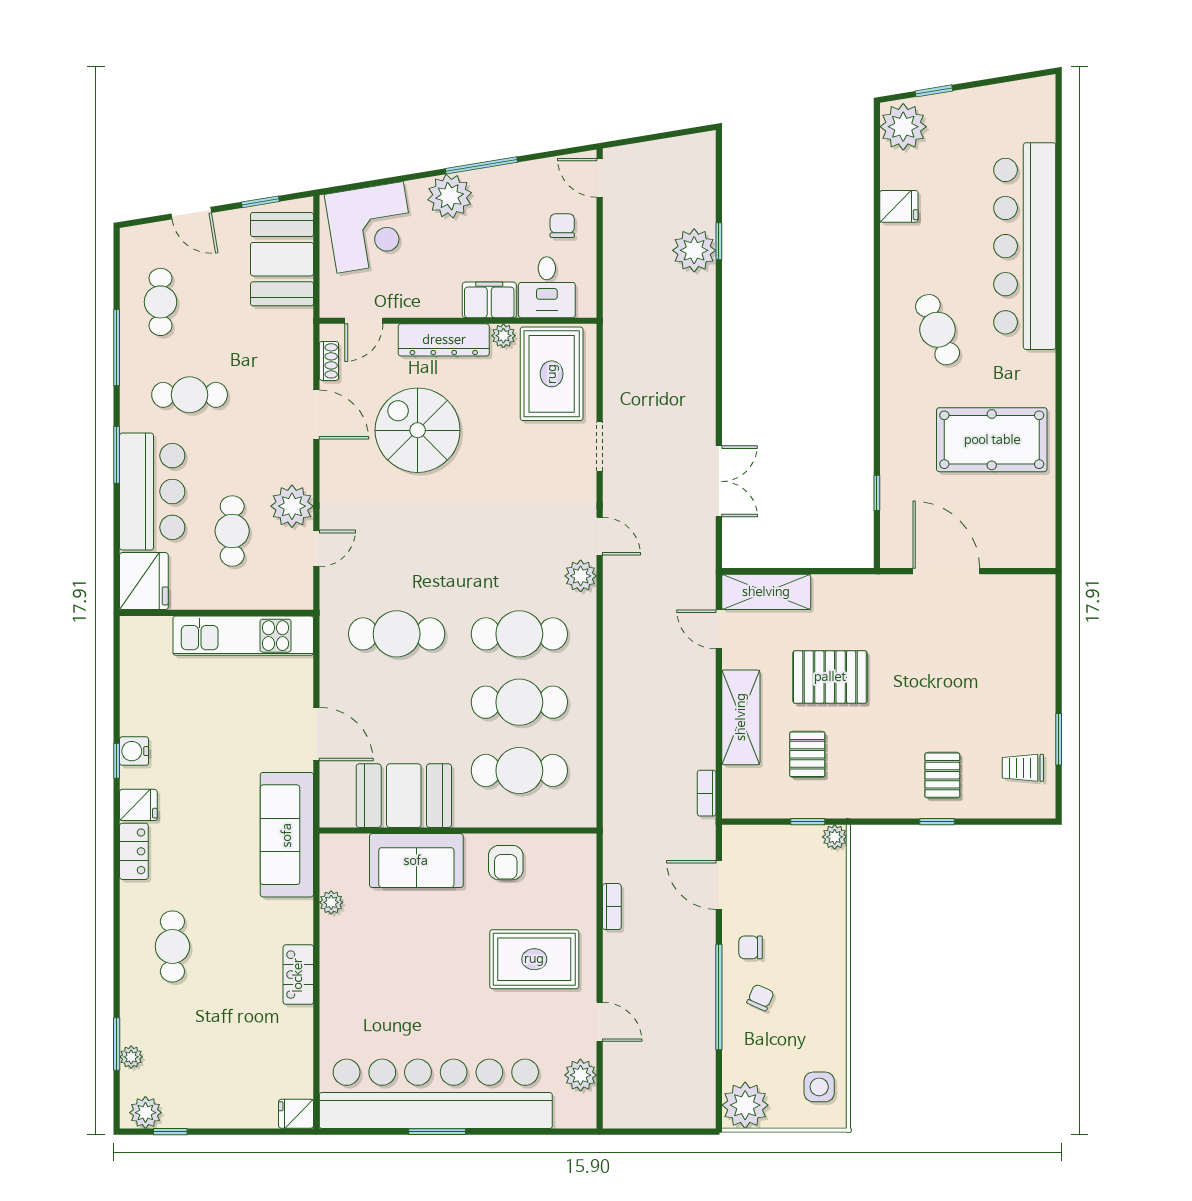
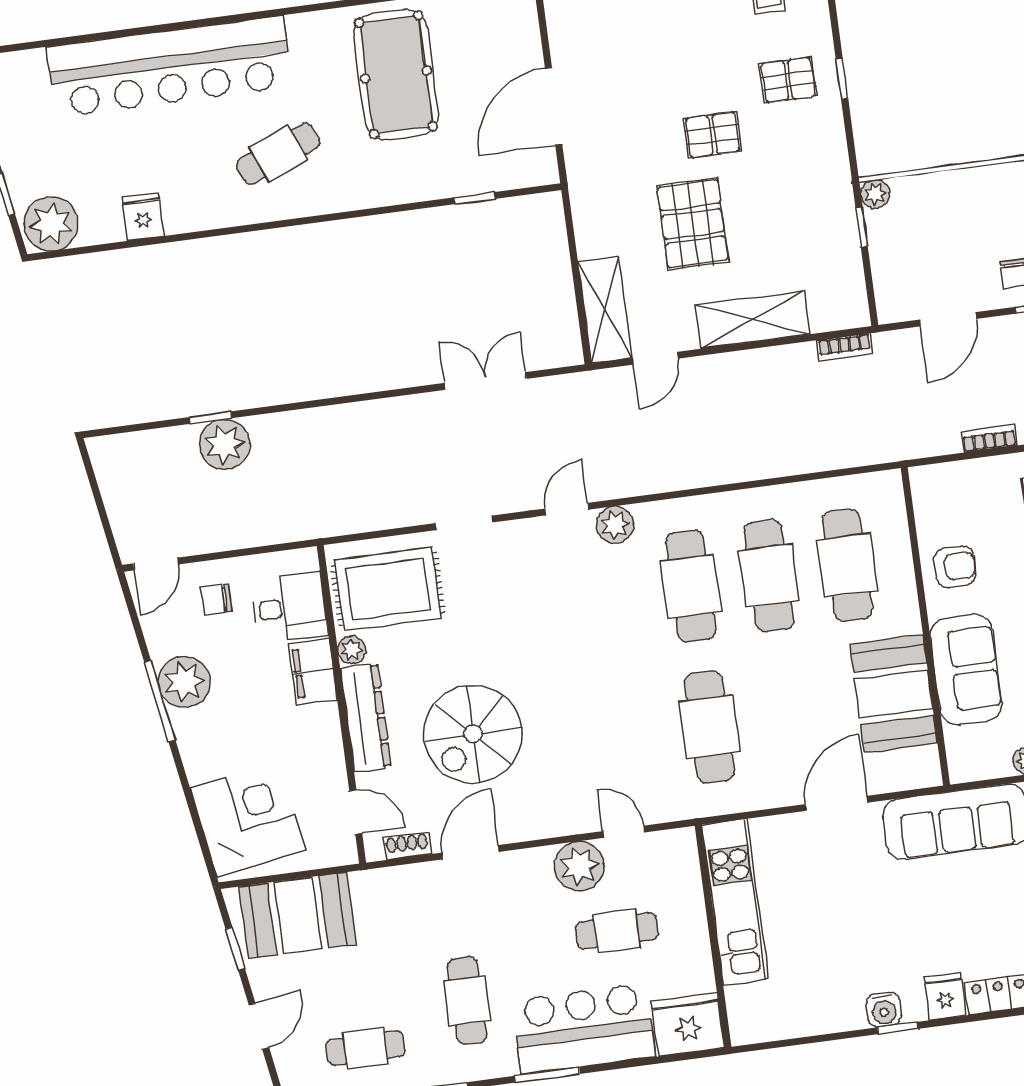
plant: (450, 196) -> (184, 682), moved
pallet: (807, 754) -> (713, 135), moved

